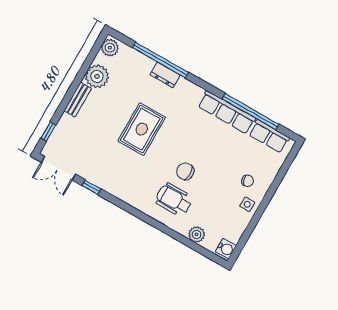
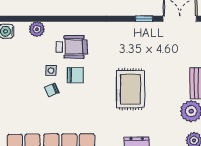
chair: (248, 181) -> (52, 90), moved
side table: (247, 204) -> (51, 71), moved

